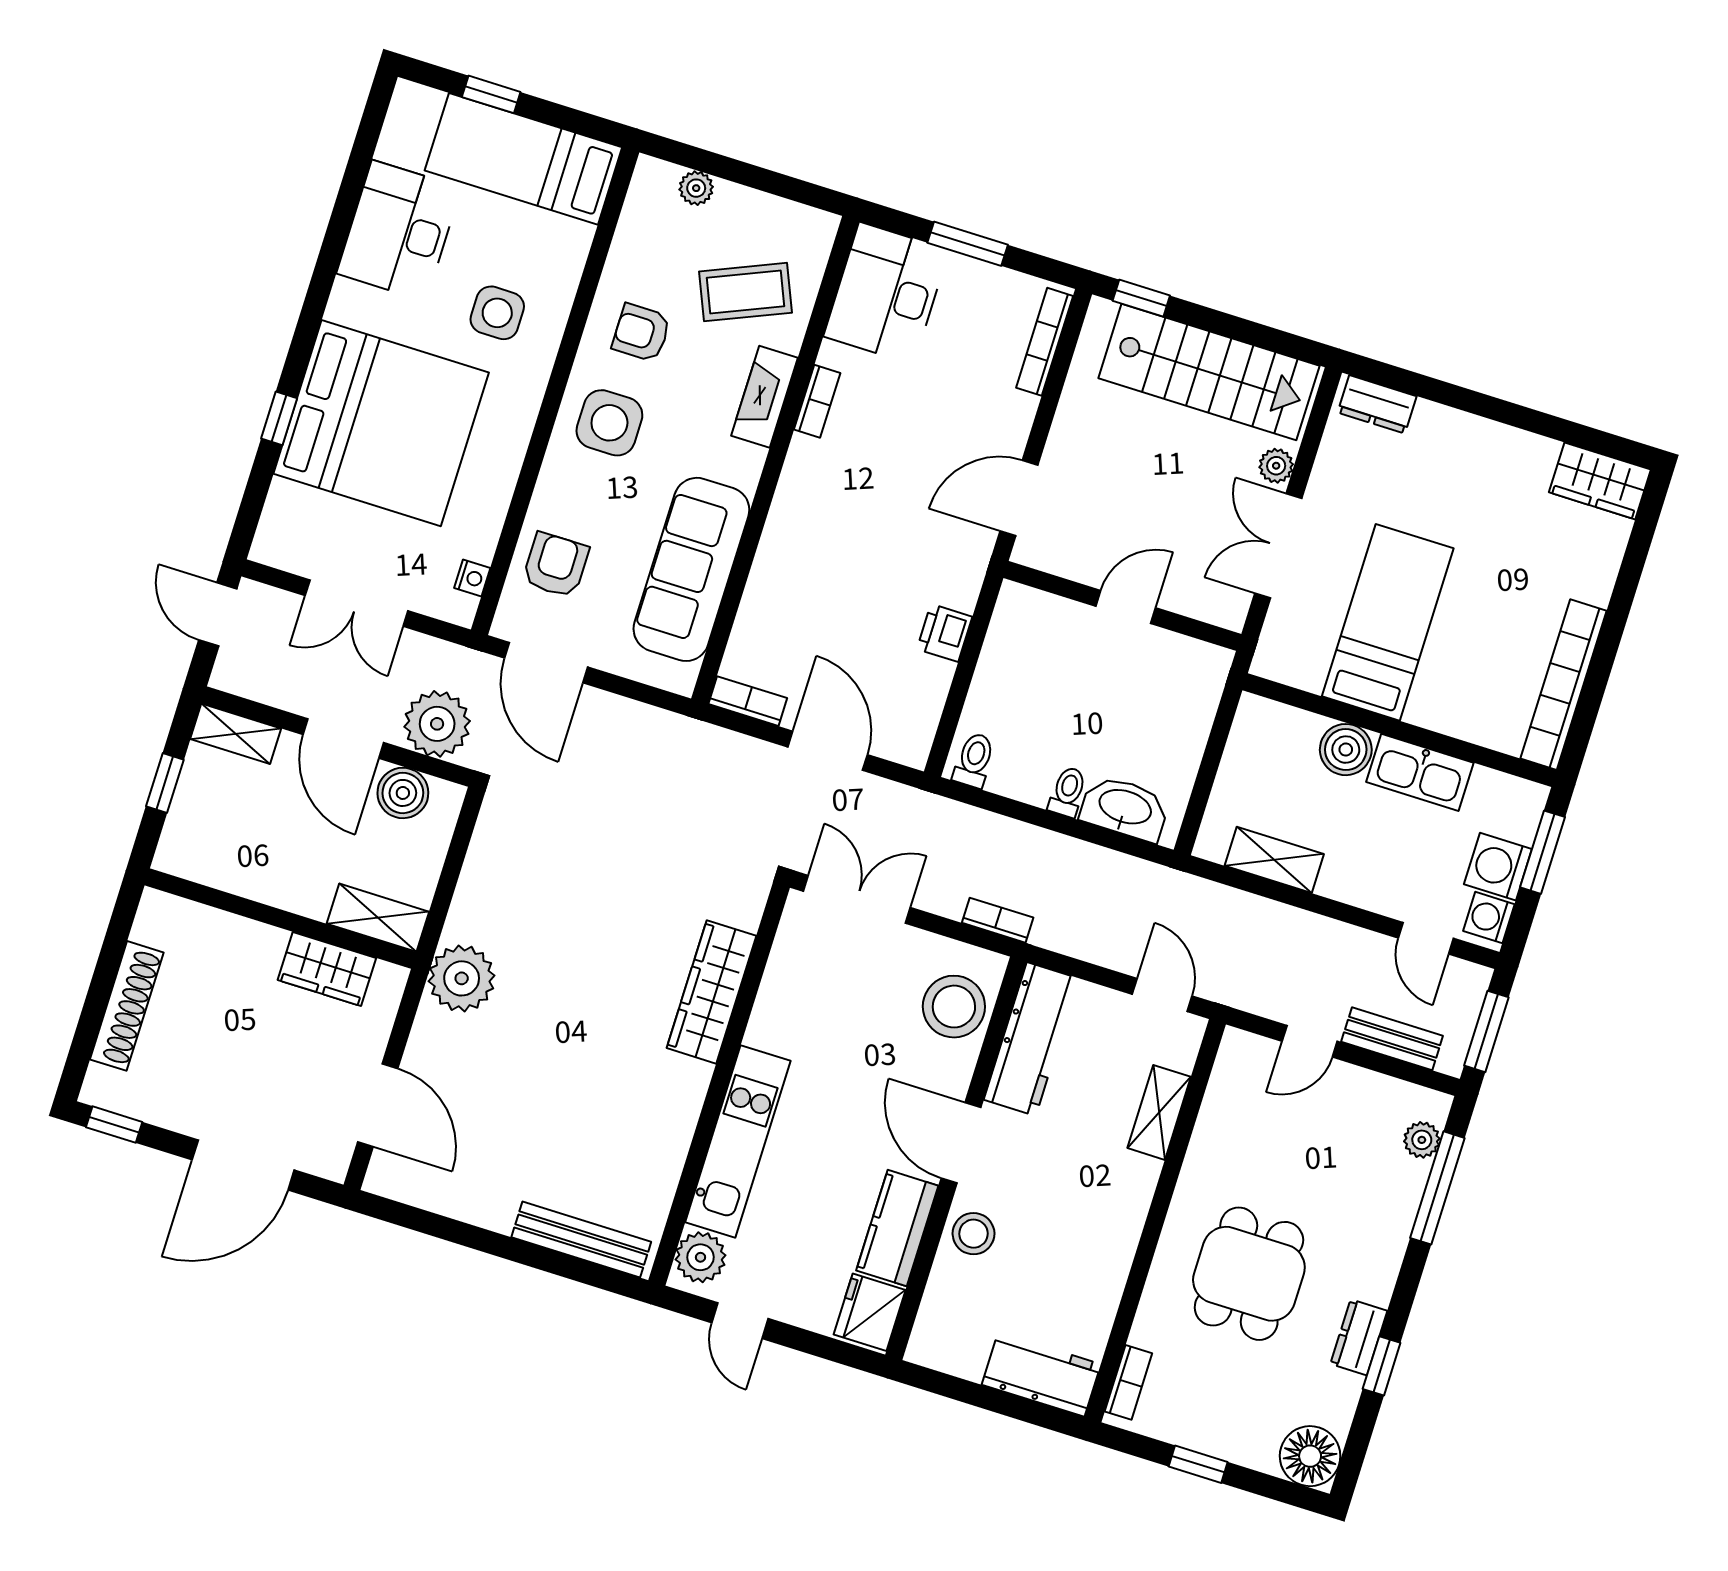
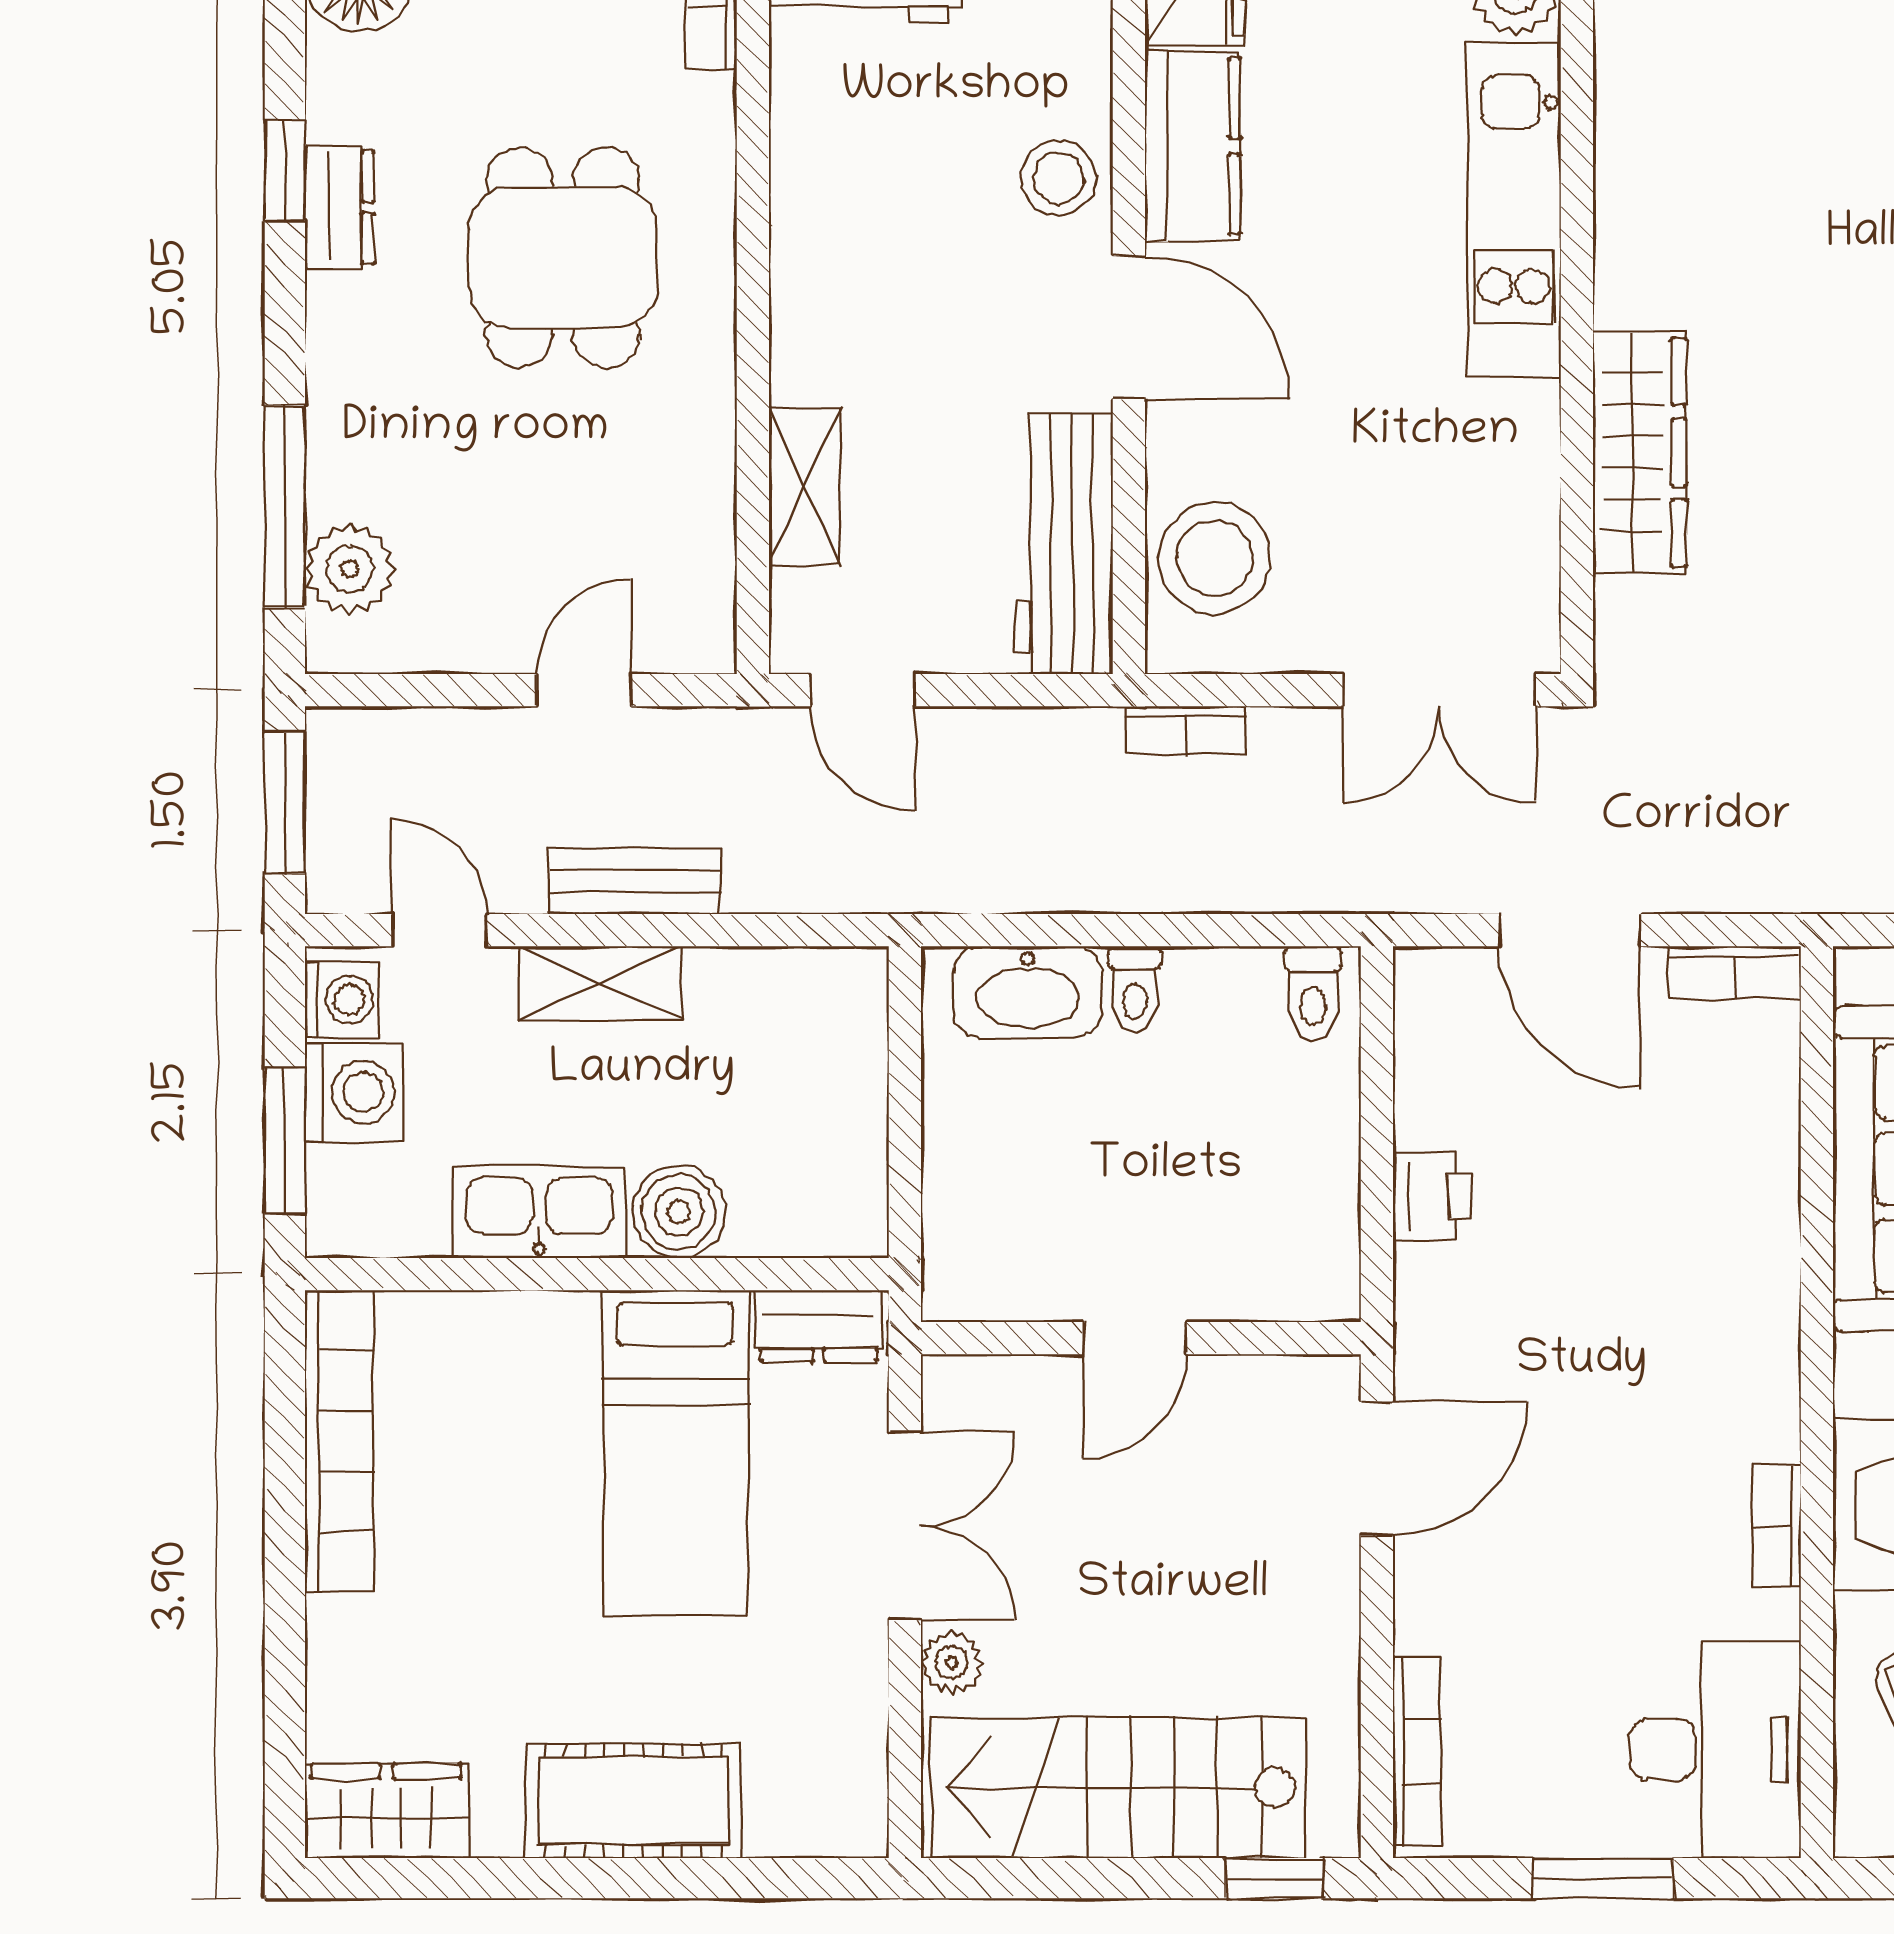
dresser: (1377, 404) -> (819, 1326), moved, turned 180
cot: (1468, 445) -> (633, 1801), added
shelving: (1274, 860) -> (601, 983), moved
bench: (1392, 1039) -> (635, 881), moved
plant: (1422, 1140) -> (350, 569), width x1.38, depth x1.38

